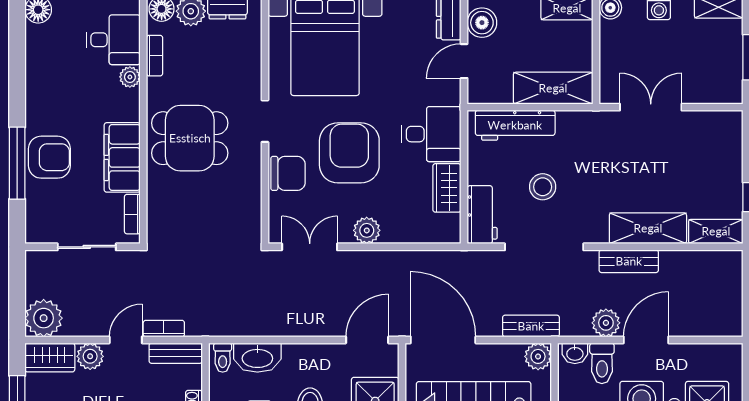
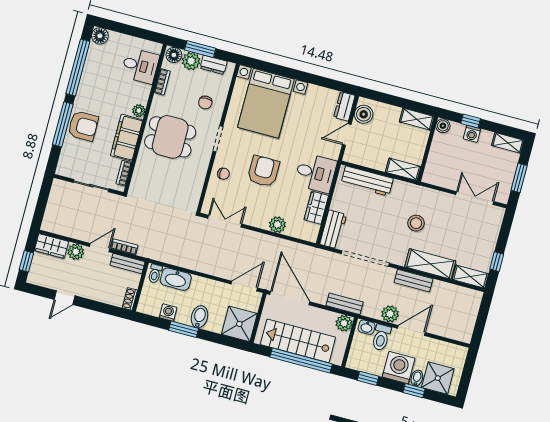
window: (17, 68) -> (78, 68), added
chair: (230, 70) -> (205, 102), added
plant: (130, 77) -> (139, 111), moved
shelving: (553, 88) -> (403, 169), width x0.67, depth x0.75
double door: (651, 107) -> (475, 198), moved
armchair: (349, 153) -> (263, 171), width x0.73, depth x0.73
chair: (288, 173) -> (223, 174), width x0.54, depth x0.54
stool: (543, 187) -> (416, 223), moved
plant: (367, 230) -> (277, 225), moved
plant: (44, 318) -> (54, 221), removed

